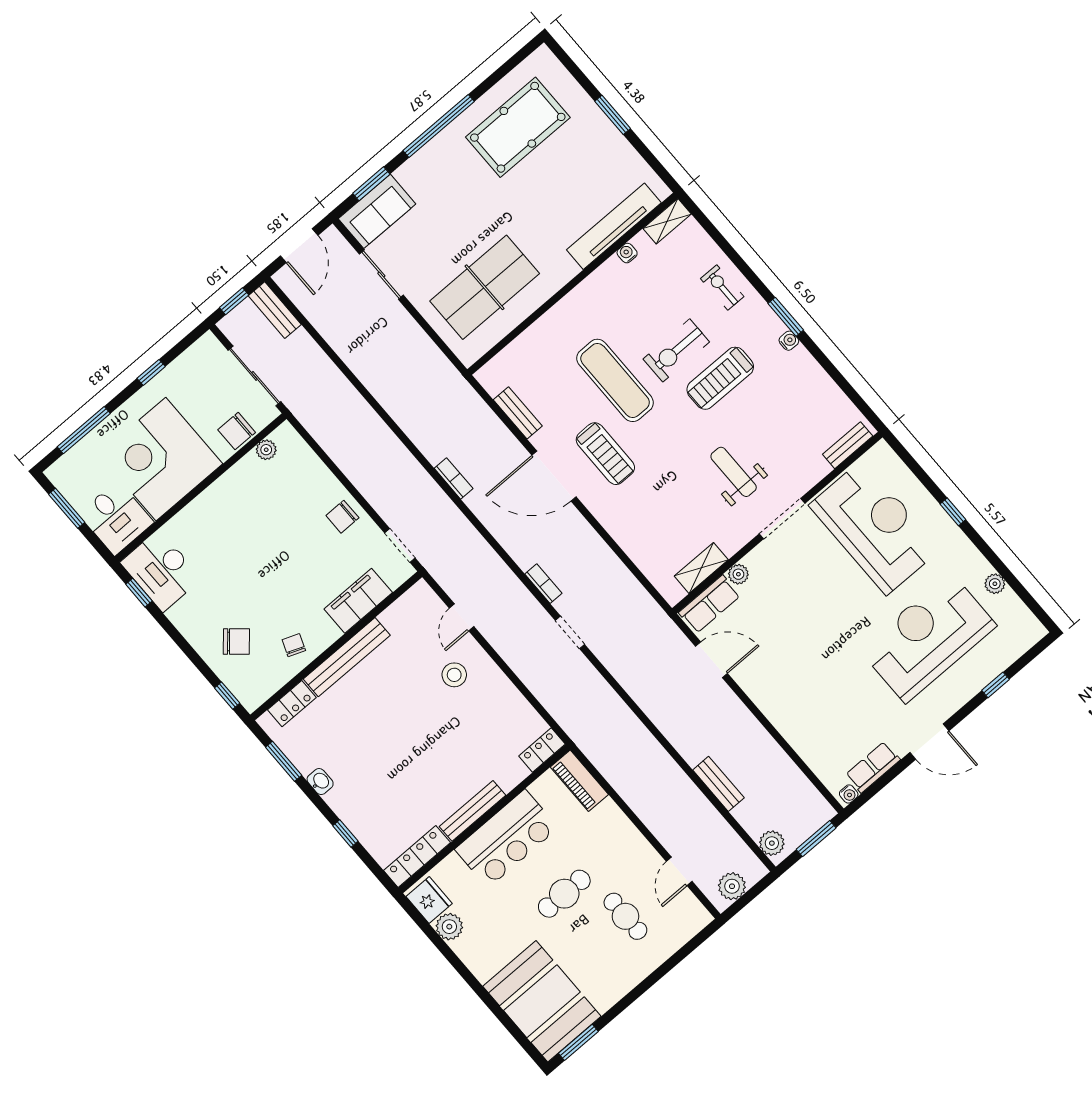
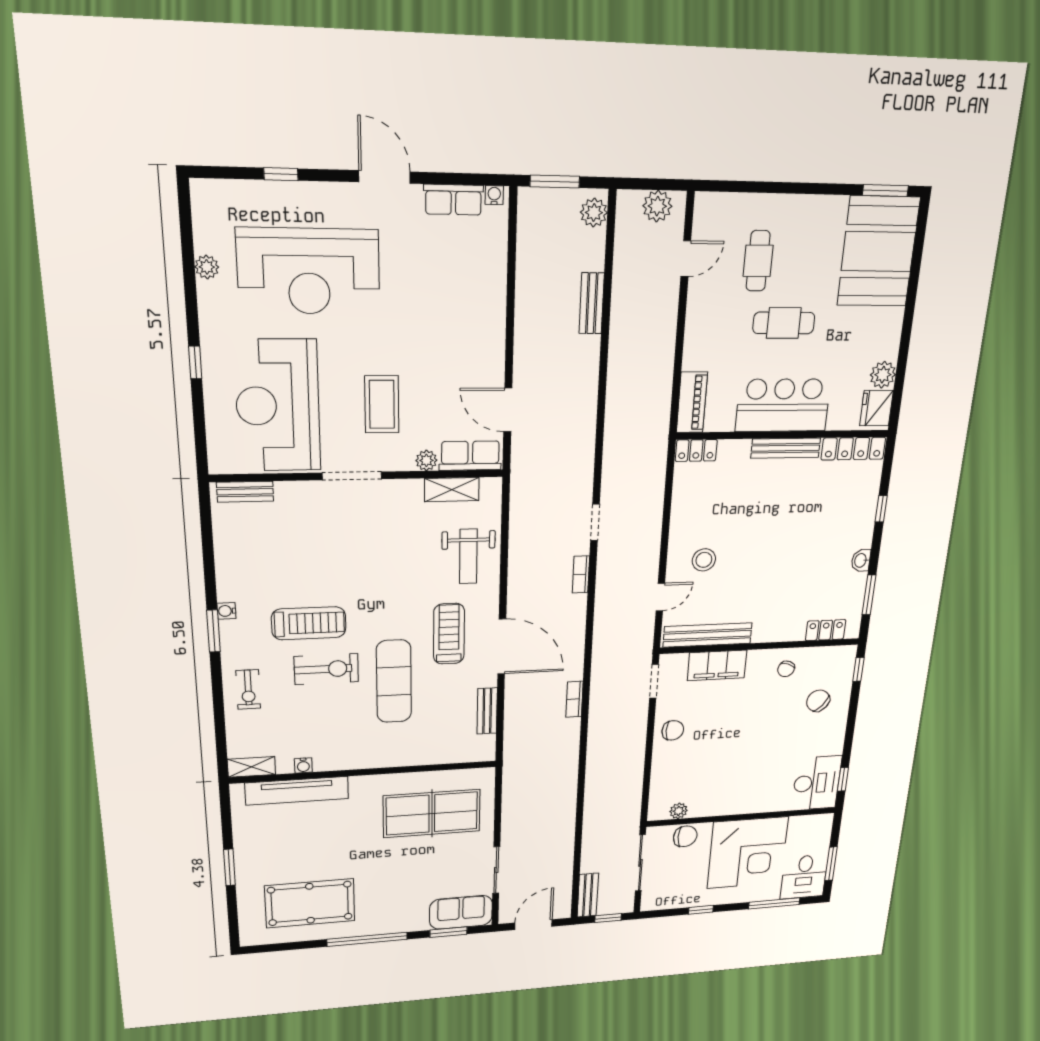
weight bench: (734, 472) -> (468, 556), moved
desk: (116, 518) -> (804, 877), moved, turned 180
coffee table: (804, 588) -> (382, 404), added
bench: (347, 657) -> (708, 635), moved

